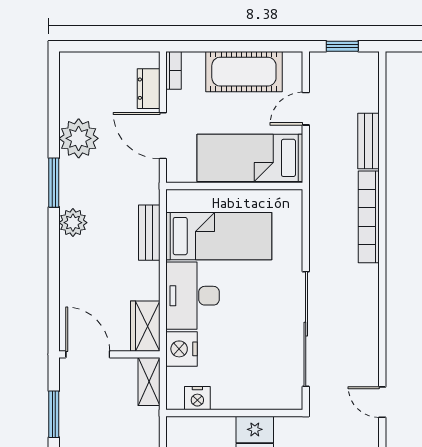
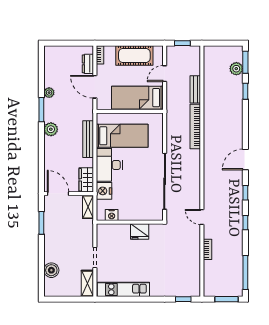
plant: (79, 138) -> (49, 93), width x0.53, depth x0.53
bench: (149, 233) -> (88, 139), width x1.36

